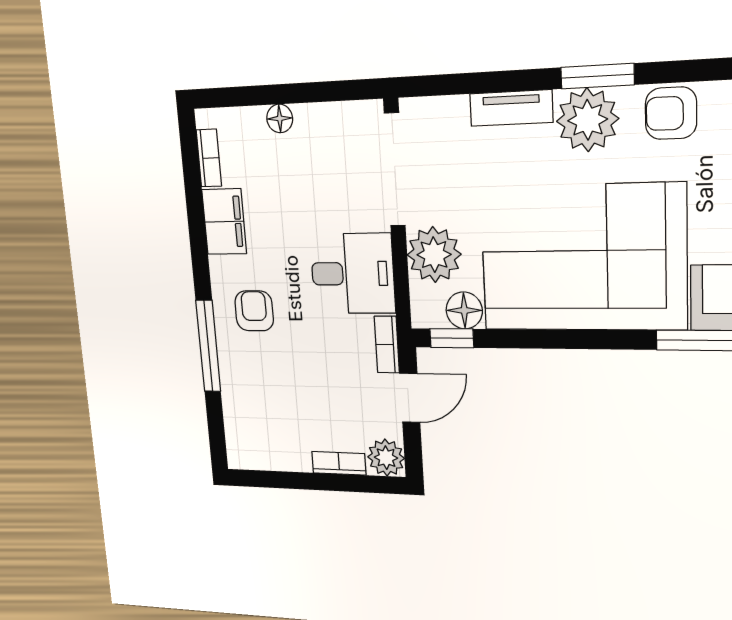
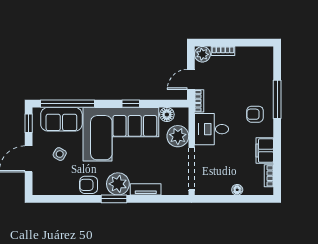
armchair: (671, 113) -> (89, 185), turned 180
armchair: (254, 311) -> (255, 114), turned 90
window: (452, 338) -> (131, 104), moved

